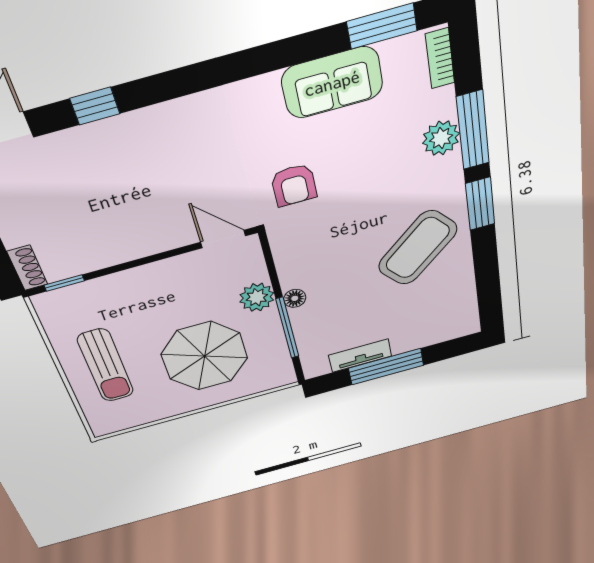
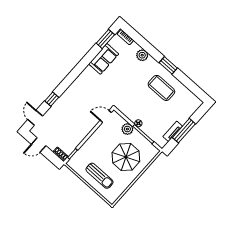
window: (473, 130) -> (149, 48), removed
armchair: (294, 185) -> (114, 90), removed
coffee table: (418, 248) -> (161, 88), turned -49

